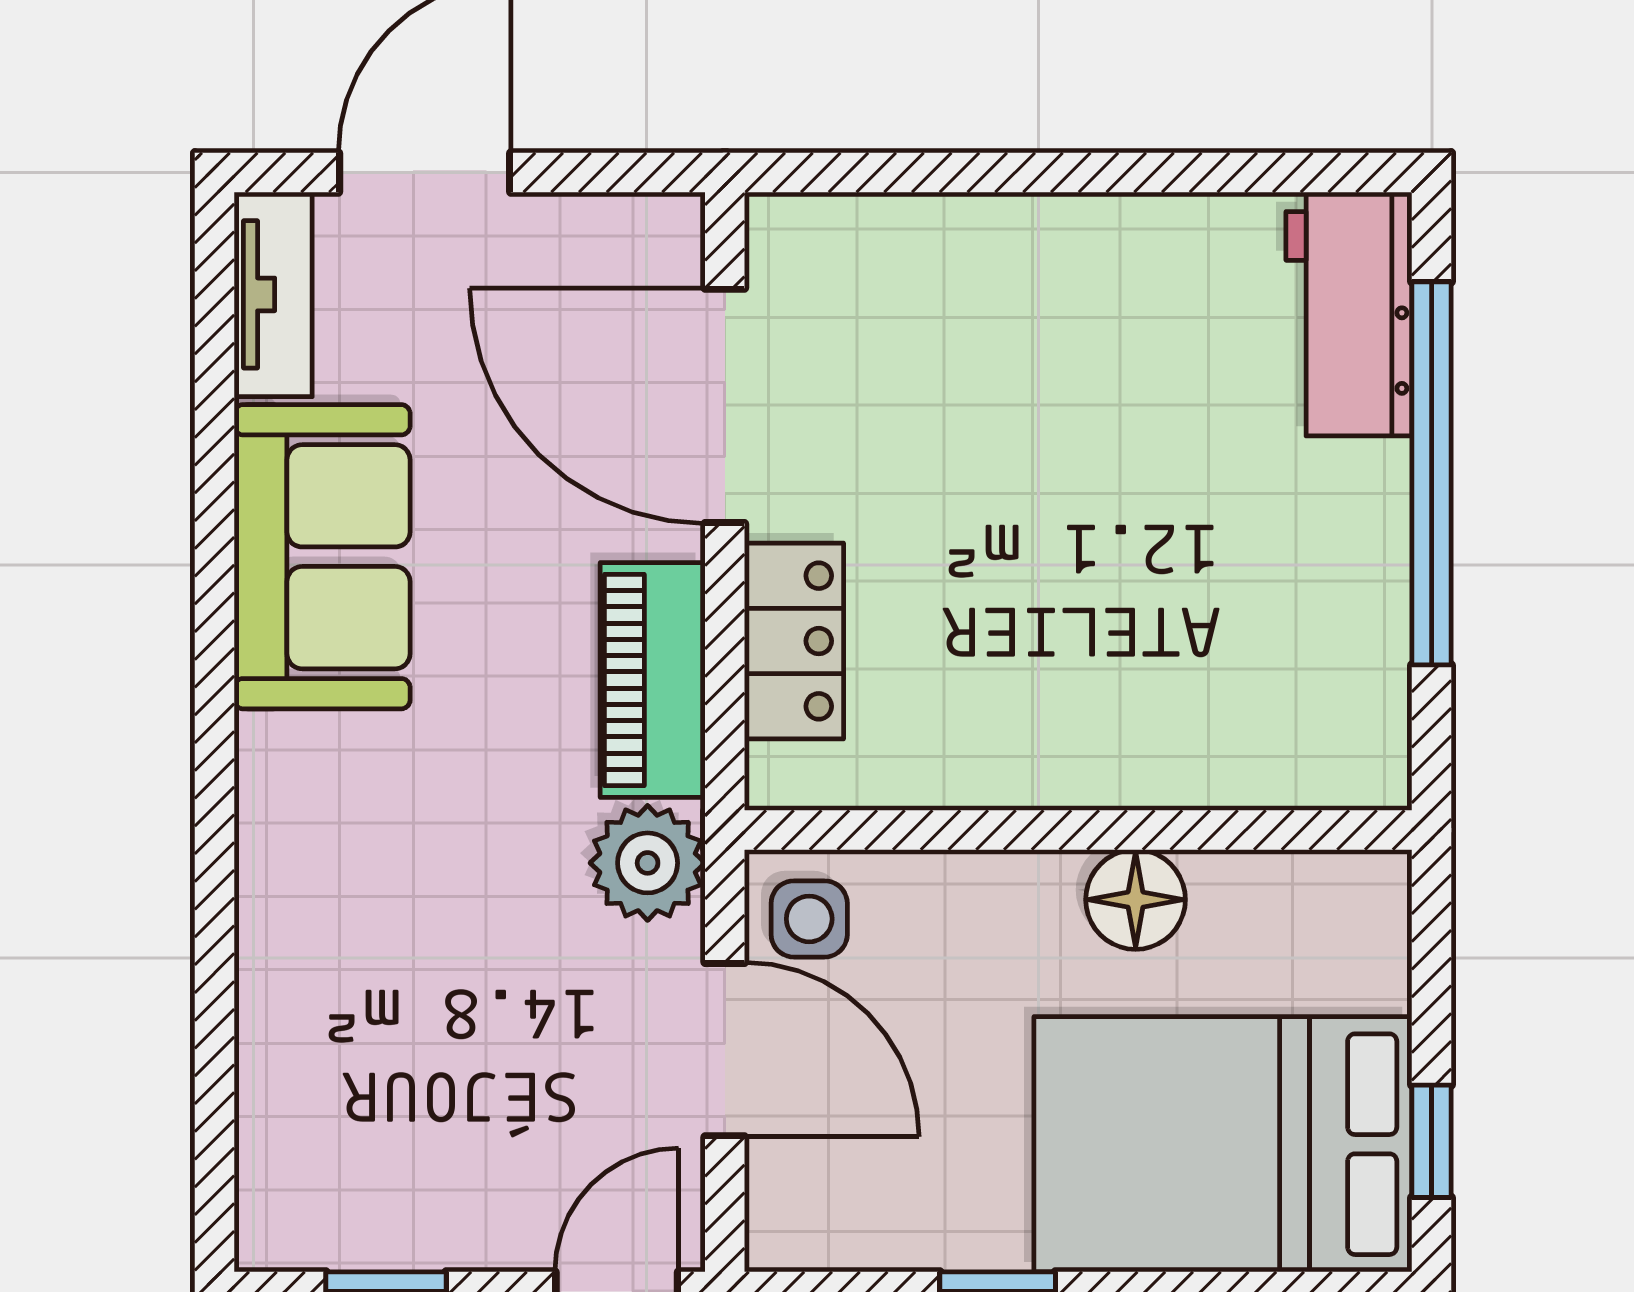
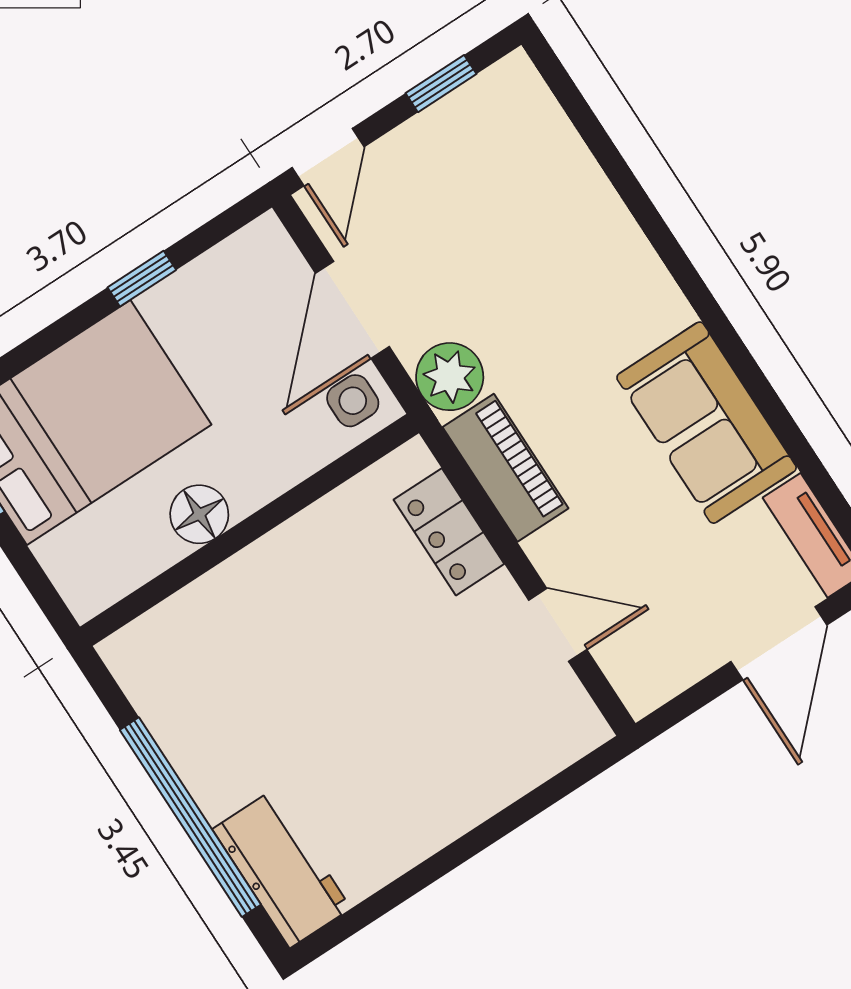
door: (725, 406) -> (558, 625), width x0.53
door: (725, 1050) -> (352, 310), hinge flipped

